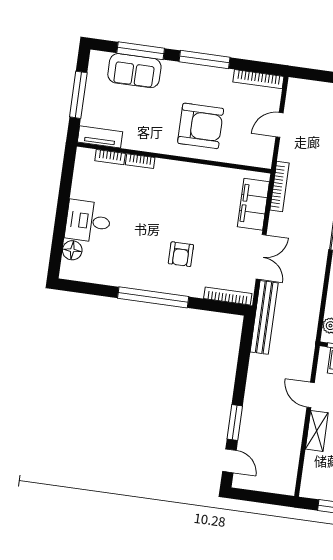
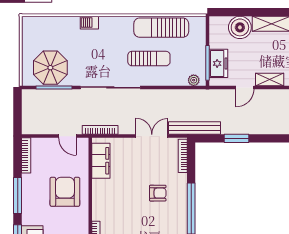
door: (279, 125) -> (67, 136), moved
filing cabinet: (253, 204) -> (101, 161), moved, turned -90
window: (235, 423) -> (236, 138), moved

